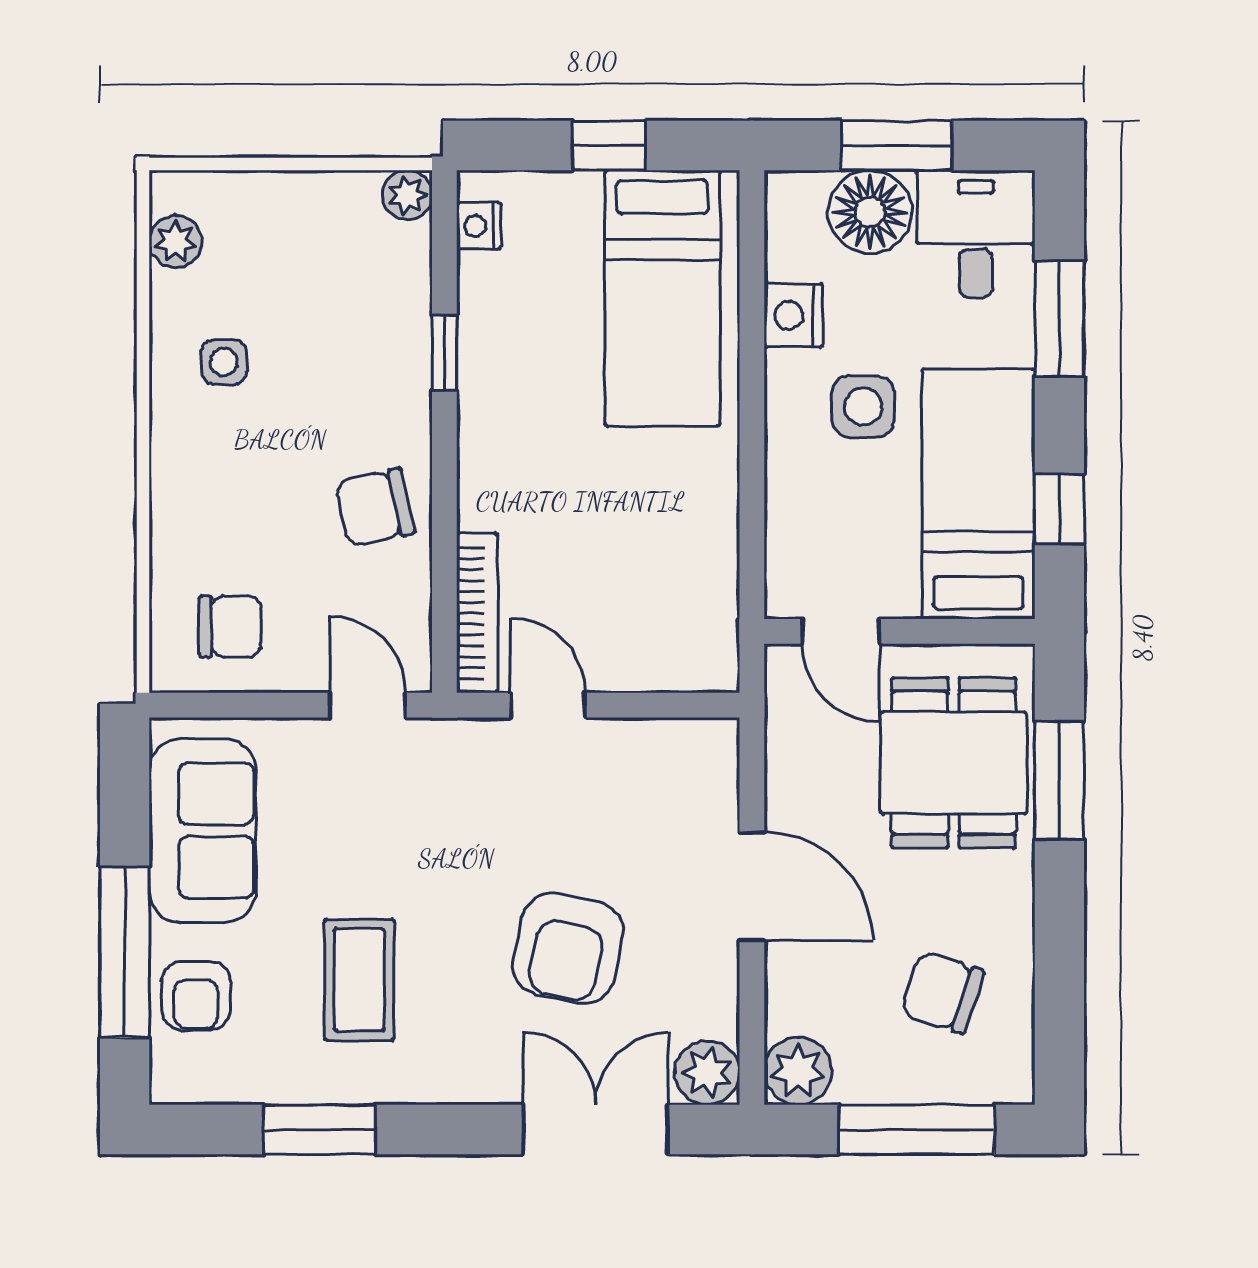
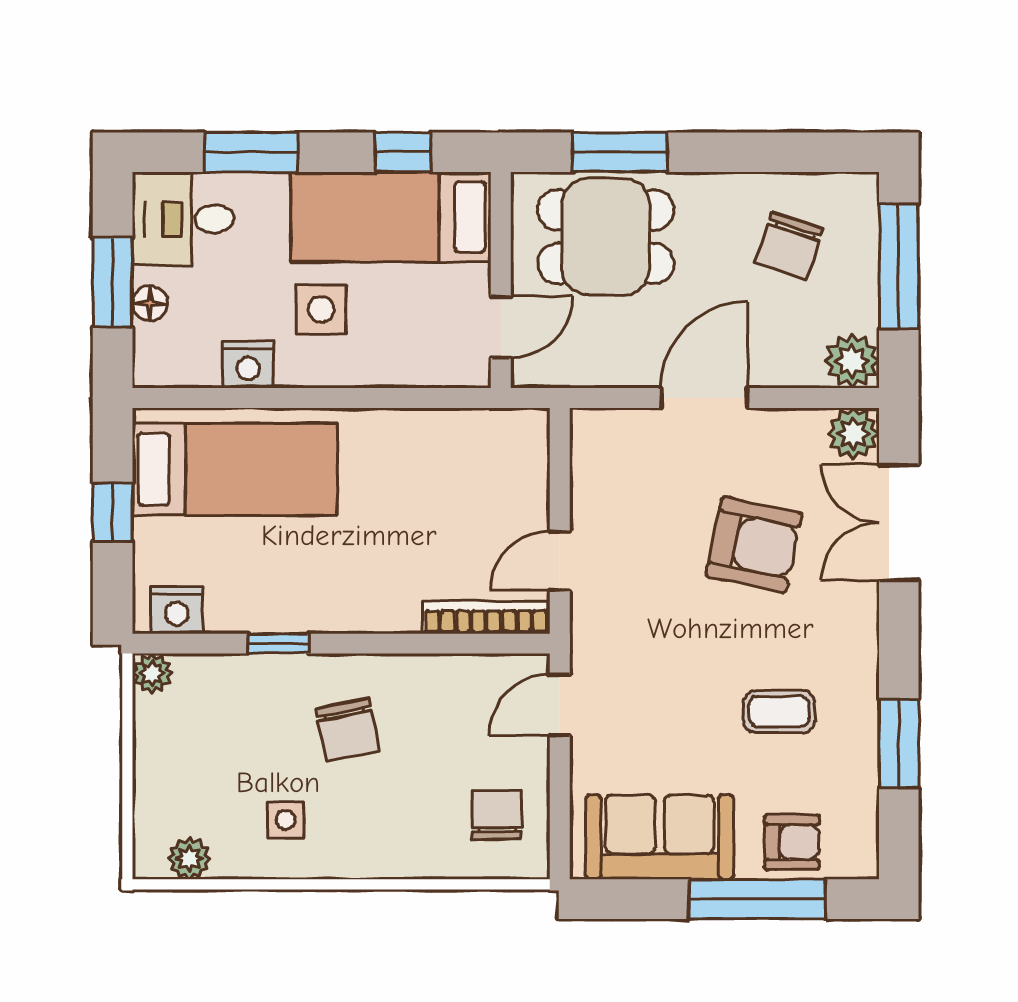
floor lamp: (870, 212) -> (150, 303), width x0.53, depth x0.53
nightstand: (479, 226) -> (177, 610), width x1.39, depth x1.35
chair: (375, 507) -> (348, 730), moved
coffee table: (359, 980) -> (779, 712), width x0.73, depth x0.77

